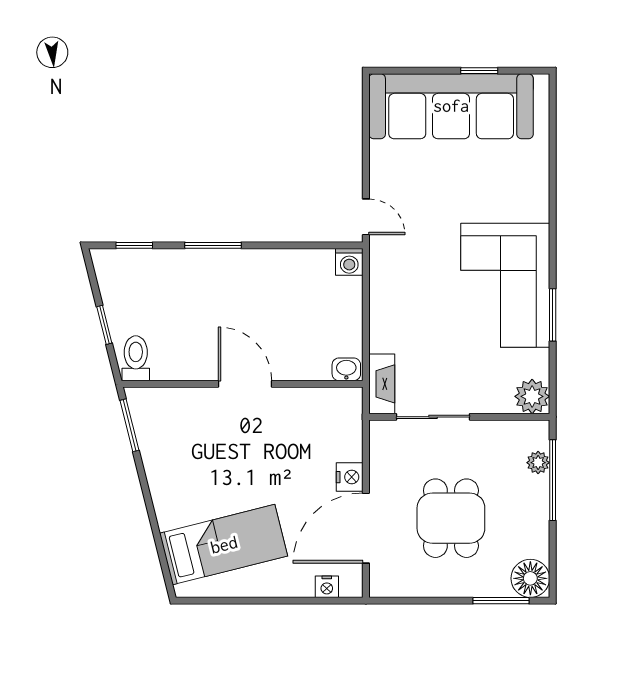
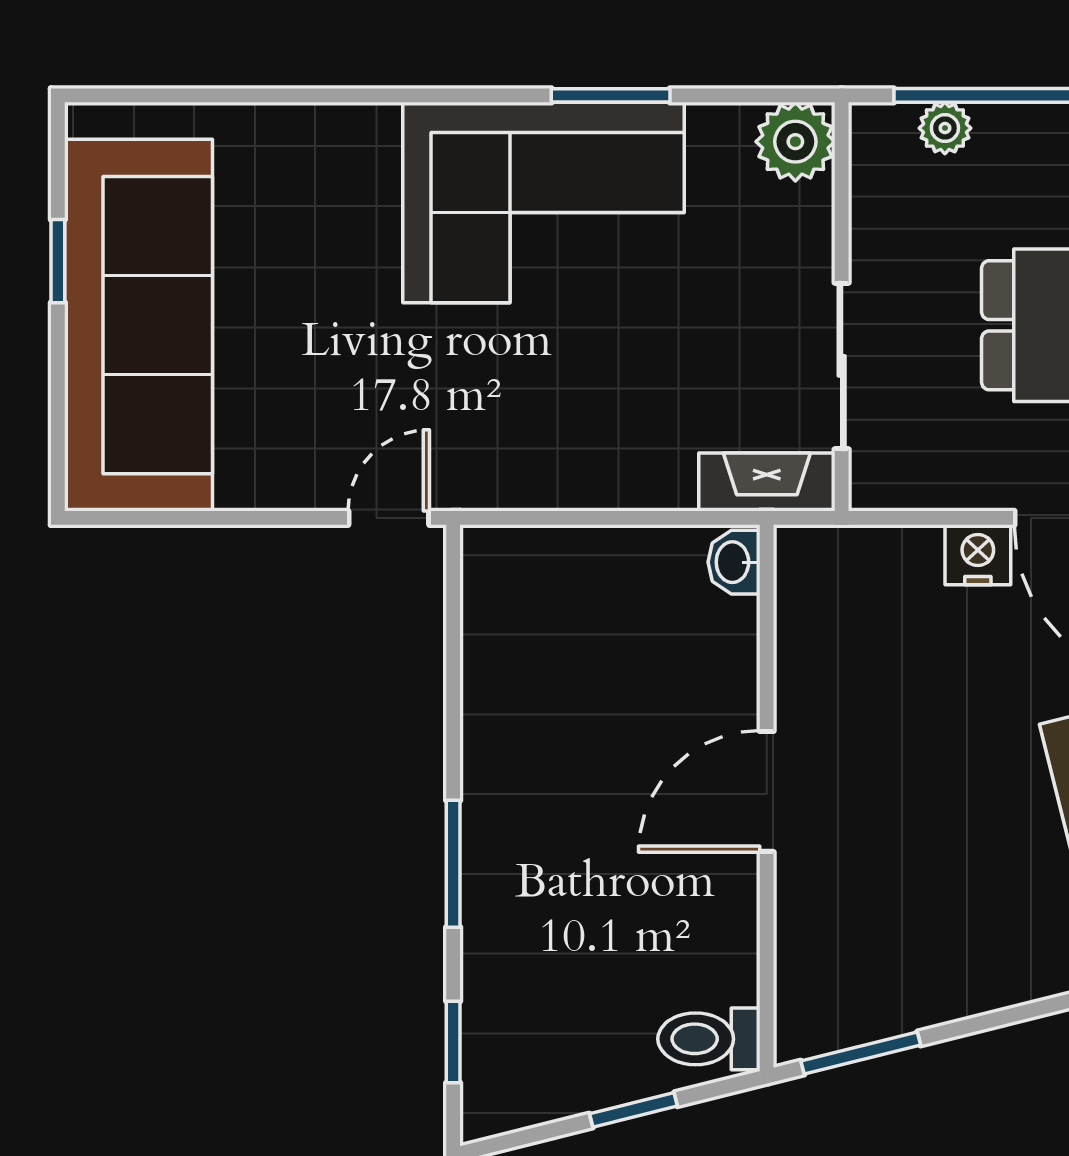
washing machine: (349, 262) -> (491, 555), removed

